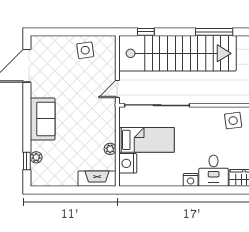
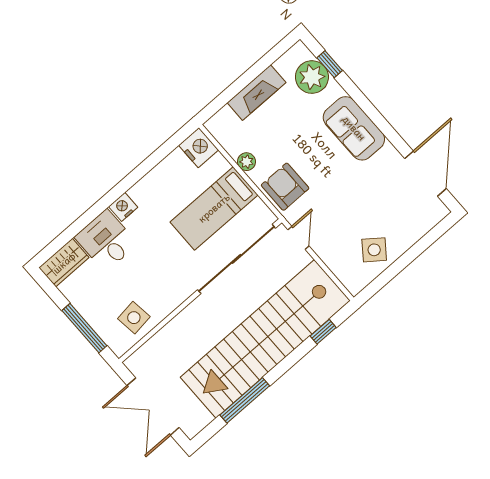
side table: (85, 50) -> (374, 250), turned 45
armchair: (102, 120) -> (285, 187), added
plant: (36, 157) -> (312, 77), width x1.87, depth x1.87
nightstand: (128, 163) -> (199, 148), moved
fireplace: (97, 179) -> (257, 93), moved

